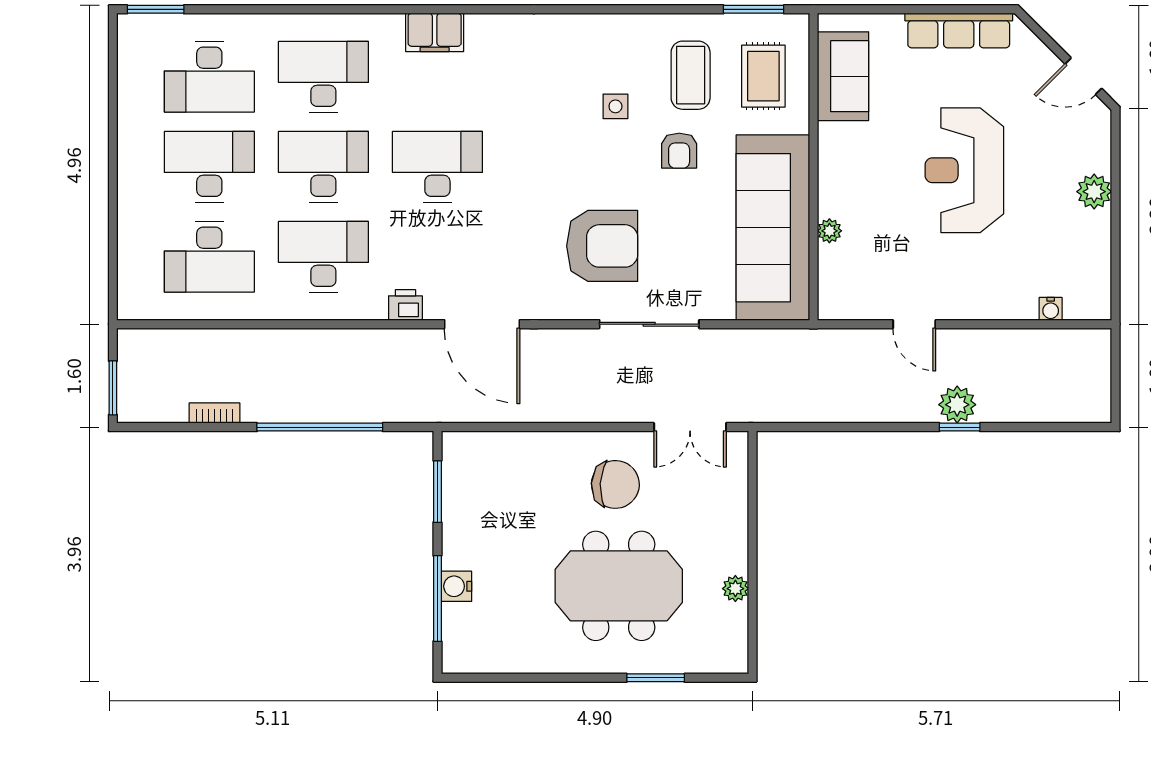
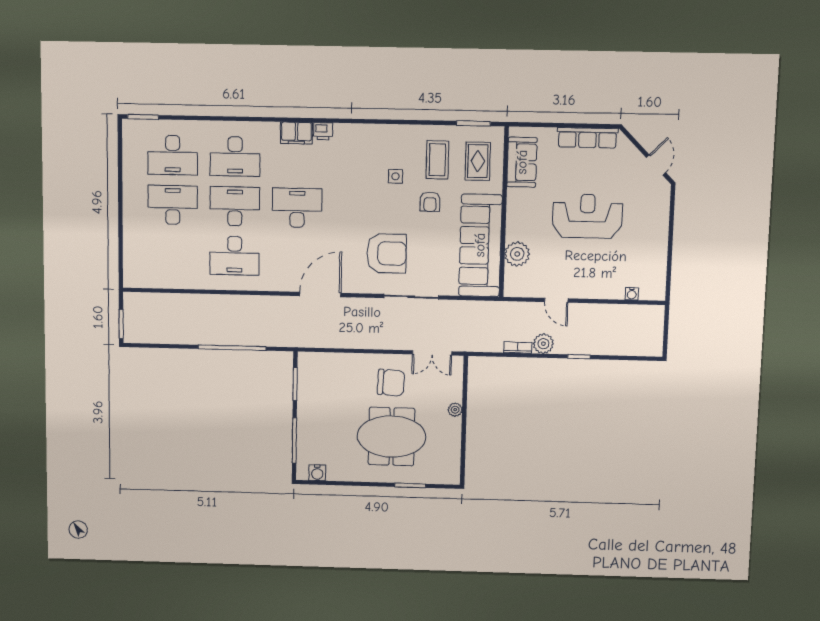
door: (1083, 76) -> (656, 165), swing flipped
desk: (323, 77) -> (235, 156), turned 180
reception desk: (964, 170) -> (587, 216), turned 90
plant: (1094, 192) -> (659, 230), removed
plant: (829, 231) -> (517, 254), width x1.87, depth x1.87
desk: (209, 257) -> (173, 254), removed
desk: (323, 257) -> (235, 256), turned 180
printer: (405, 305) -> (323, 131), moved, turned 180
door: (482, 324) -> (320, 294), swing flipped
plant: (957, 405) -> (543, 344), moved
bookcase: (215, 413) -> (518, 348), moved
water cooler: (456, 586) -> (317, 473), moved, turned -90
plant: (735, 589) -> (455, 410), moved

